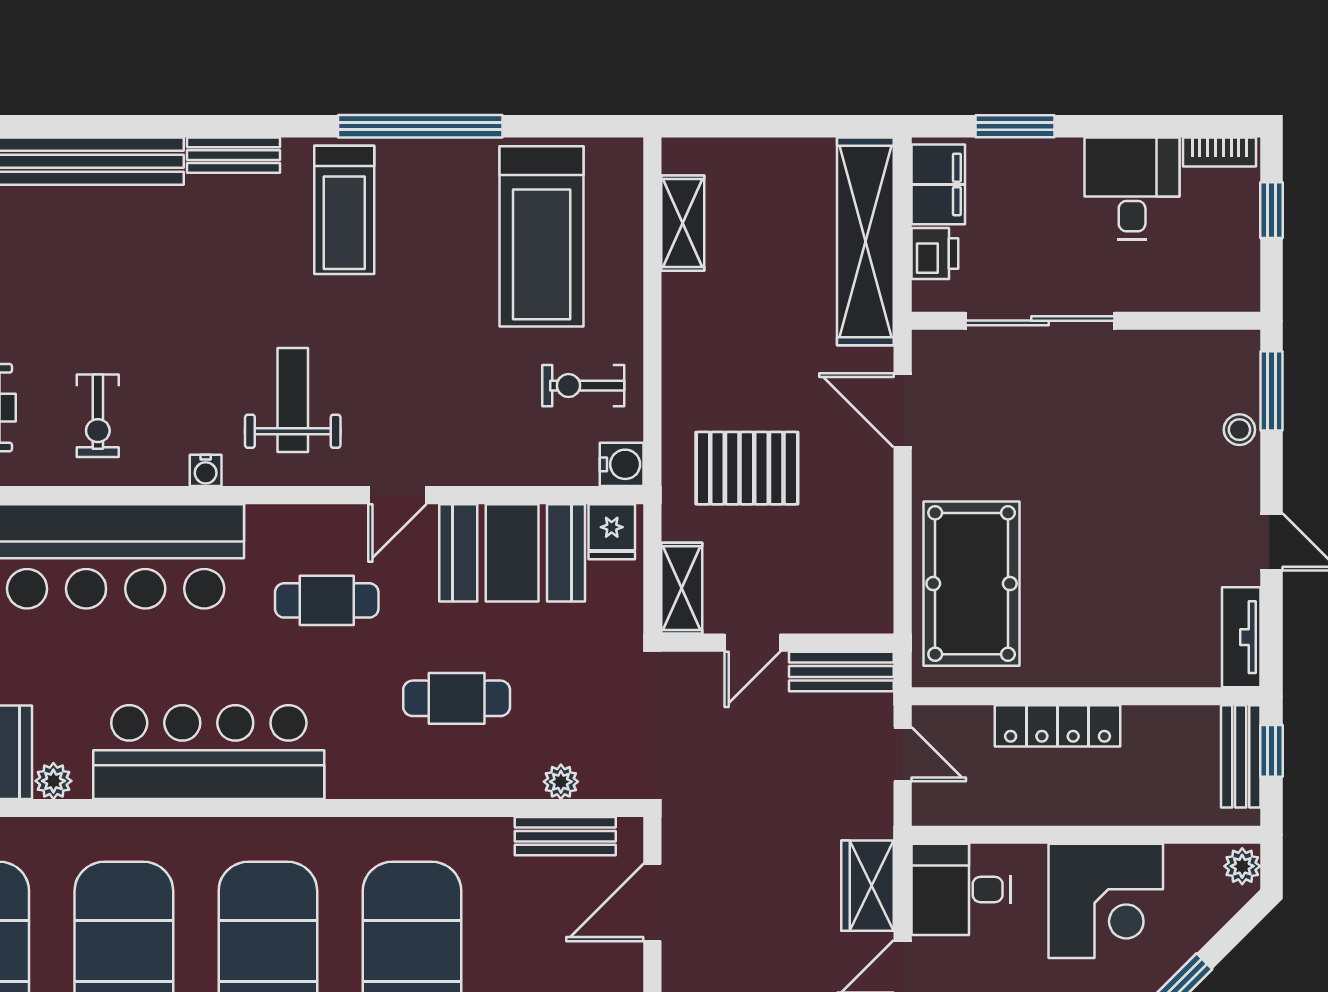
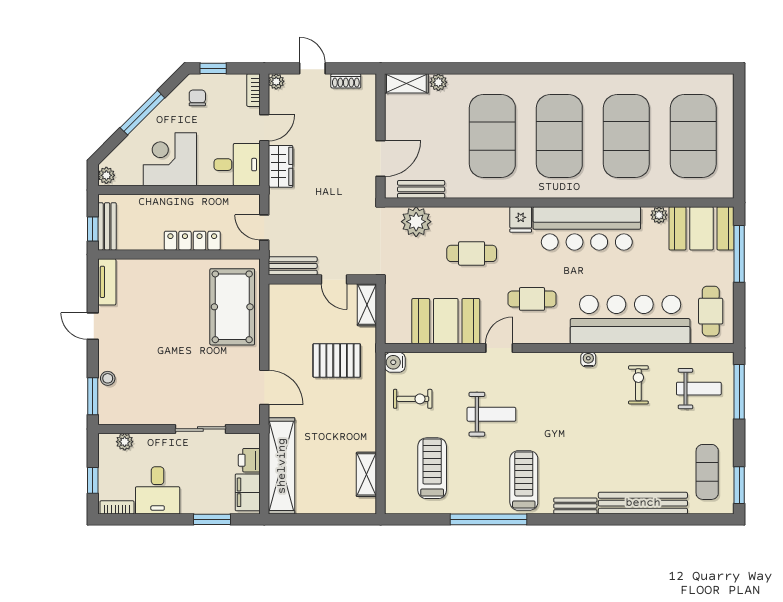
treadmill: (542, 236) -> (432, 468), width x0.73, depth x0.73
plant: (1203, 293) -> (125, 442), added
sliding door: (1040, 321) -> (200, 429), width x0.73
weight bench: (293, 400) -> (491, 414), moved, turned -90
fridge: (612, 532) -> (521, 219), moved, turned 180
door: (752, 643) -> (334, 279), swing flipped
plant: (561, 782) -> (416, 222), width x1.88, depth x1.88

